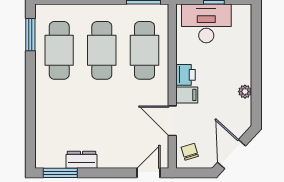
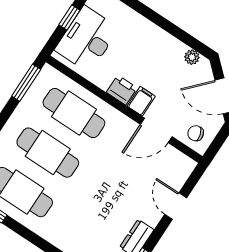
plant: (245, 92) -> (192, 57), moved
door: (149, 173) -> (176, 206), moved

